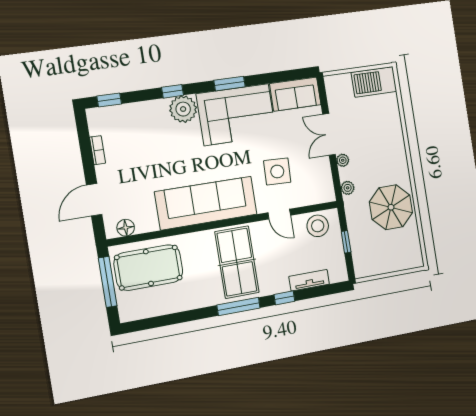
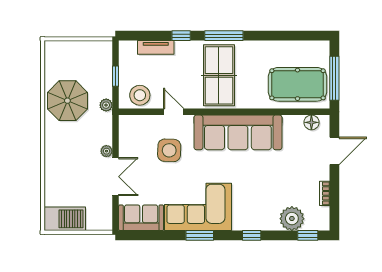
plant: (183, 109) -> (292, 219), moved
plant: (348, 188) -> (106, 105), moved

